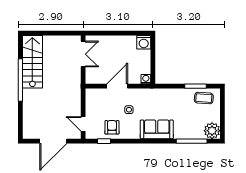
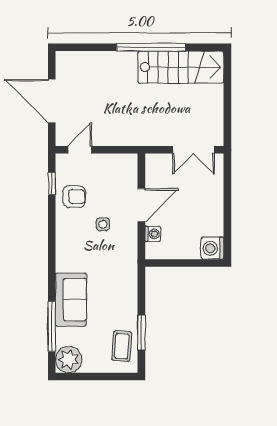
washing machine: (146, 79) -> (153, 234), moved
door: (117, 86) -> (141, 205), hinge flipped
sofa: (157, 129) -> (71, 300), moved

